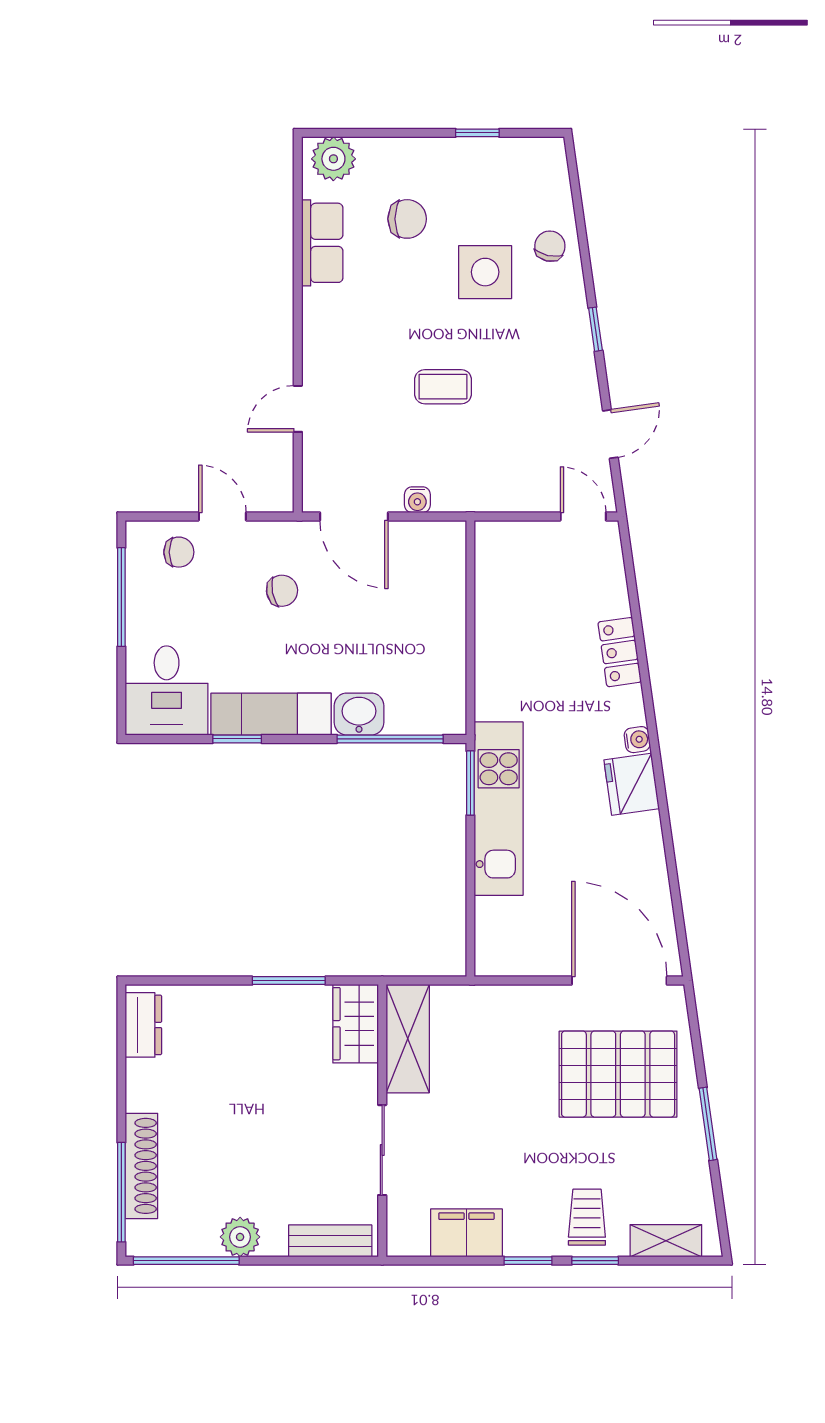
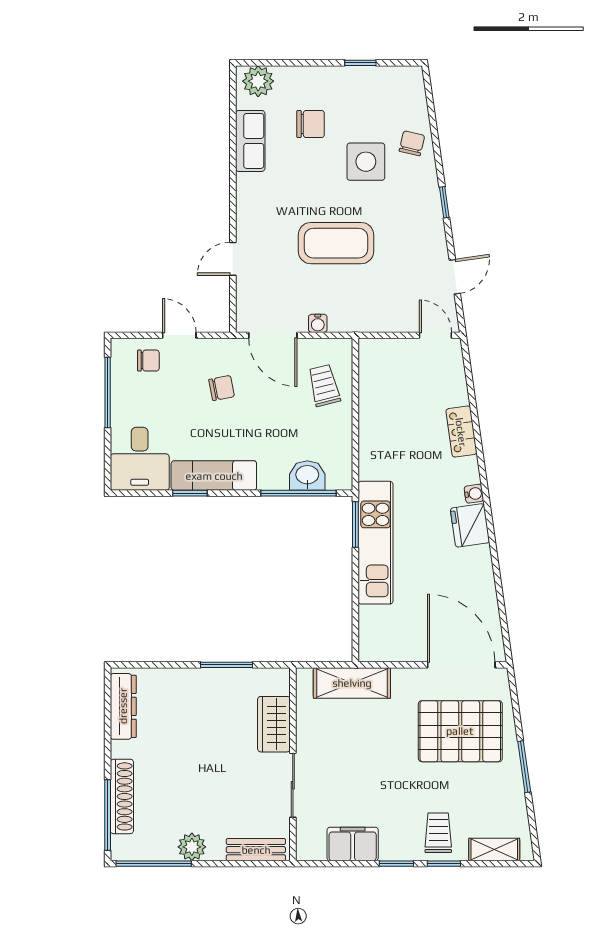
coffee table: (443, 387) -> (336, 243), width x1.86, depth x1.72
trolley: (426, 587) -> (324, 385), added
washbasin: (359, 714) -> (307, 476), moved
wardrobe: (356, 1024) -> (274, 724), moved
dresser: (143, 1025) -> (123, 706), width x1.44
shelving: (408, 1039) -> (352, 683), moved, turned 90

